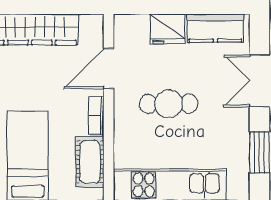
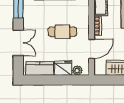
plant: (138, 24) -> (77, 70), added

